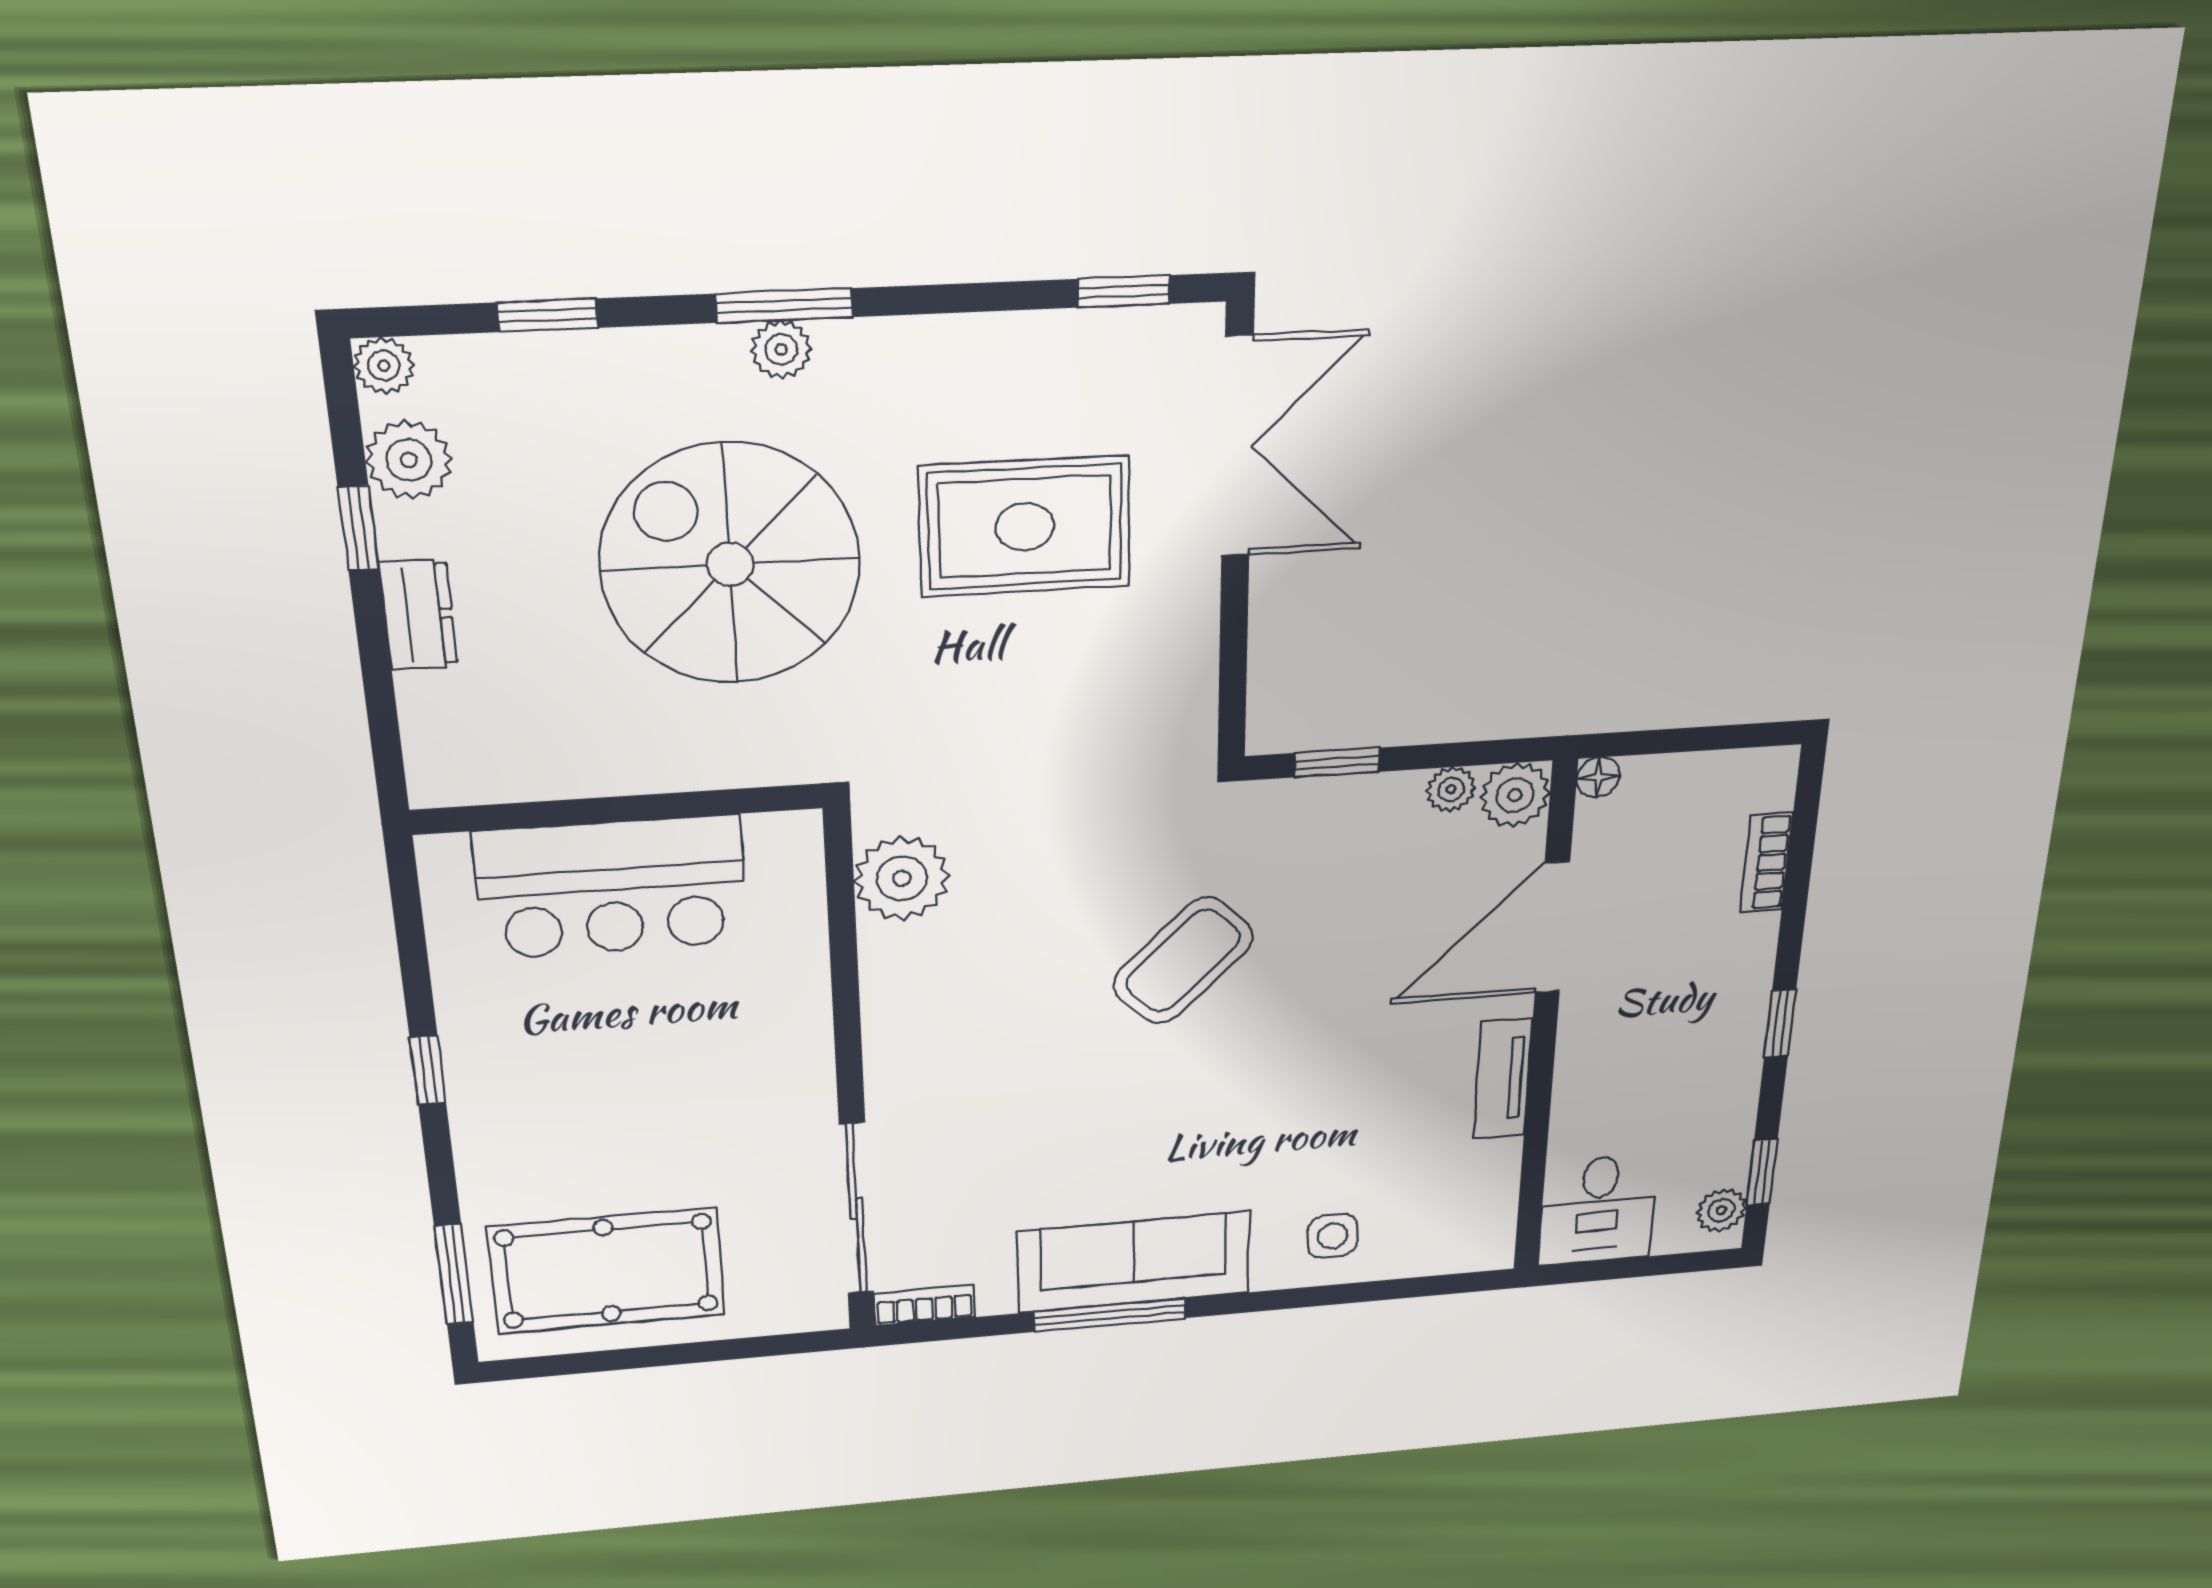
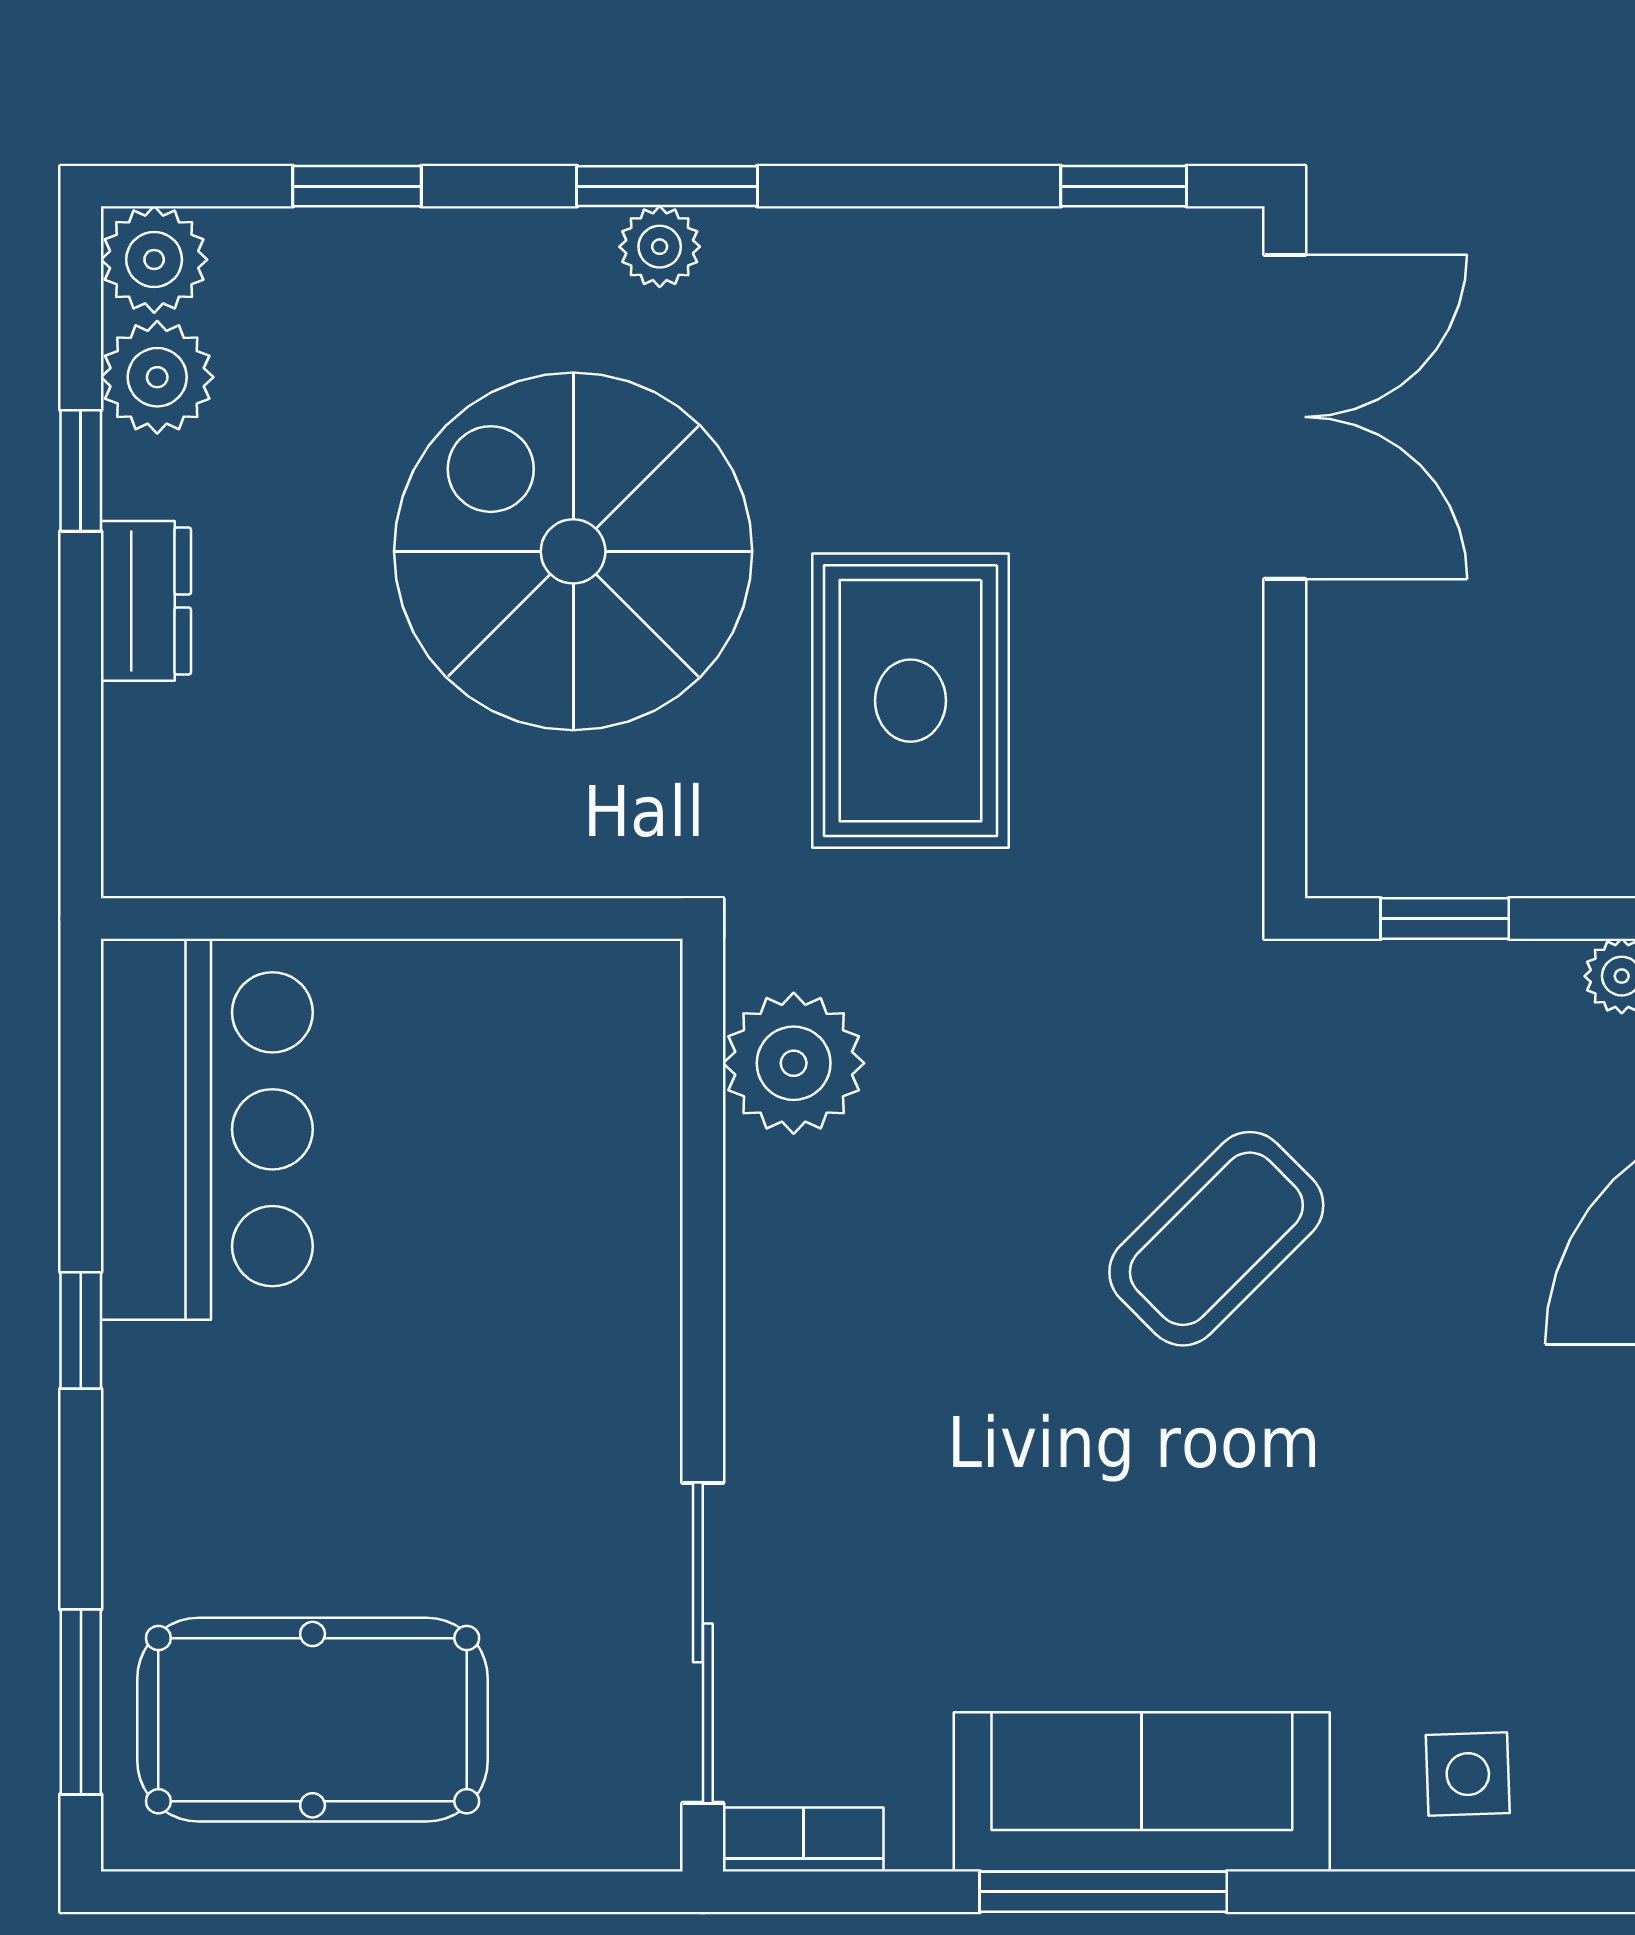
plant: (384, 366) -> (154, 260), width x1.38, depth x1.38
rug: (1025, 527) -> (910, 701), moved, turned 90
bar counter: (612, 887) -> (207, 1129), moved, turned -90

